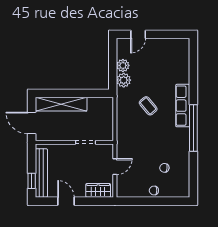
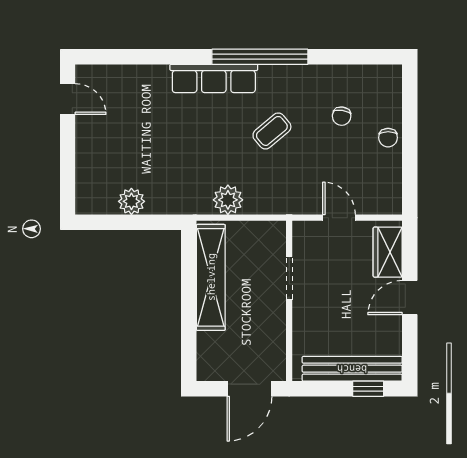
door: (138, 34) -> (68, 99), moved
plant: (124, 80) -> (228, 200), moved
shelving: (61, 104) -> (211, 277), moved
coffee table: (148, 106) -> (272, 131), moved
door: (66, 201) -> (410, 297), moved

